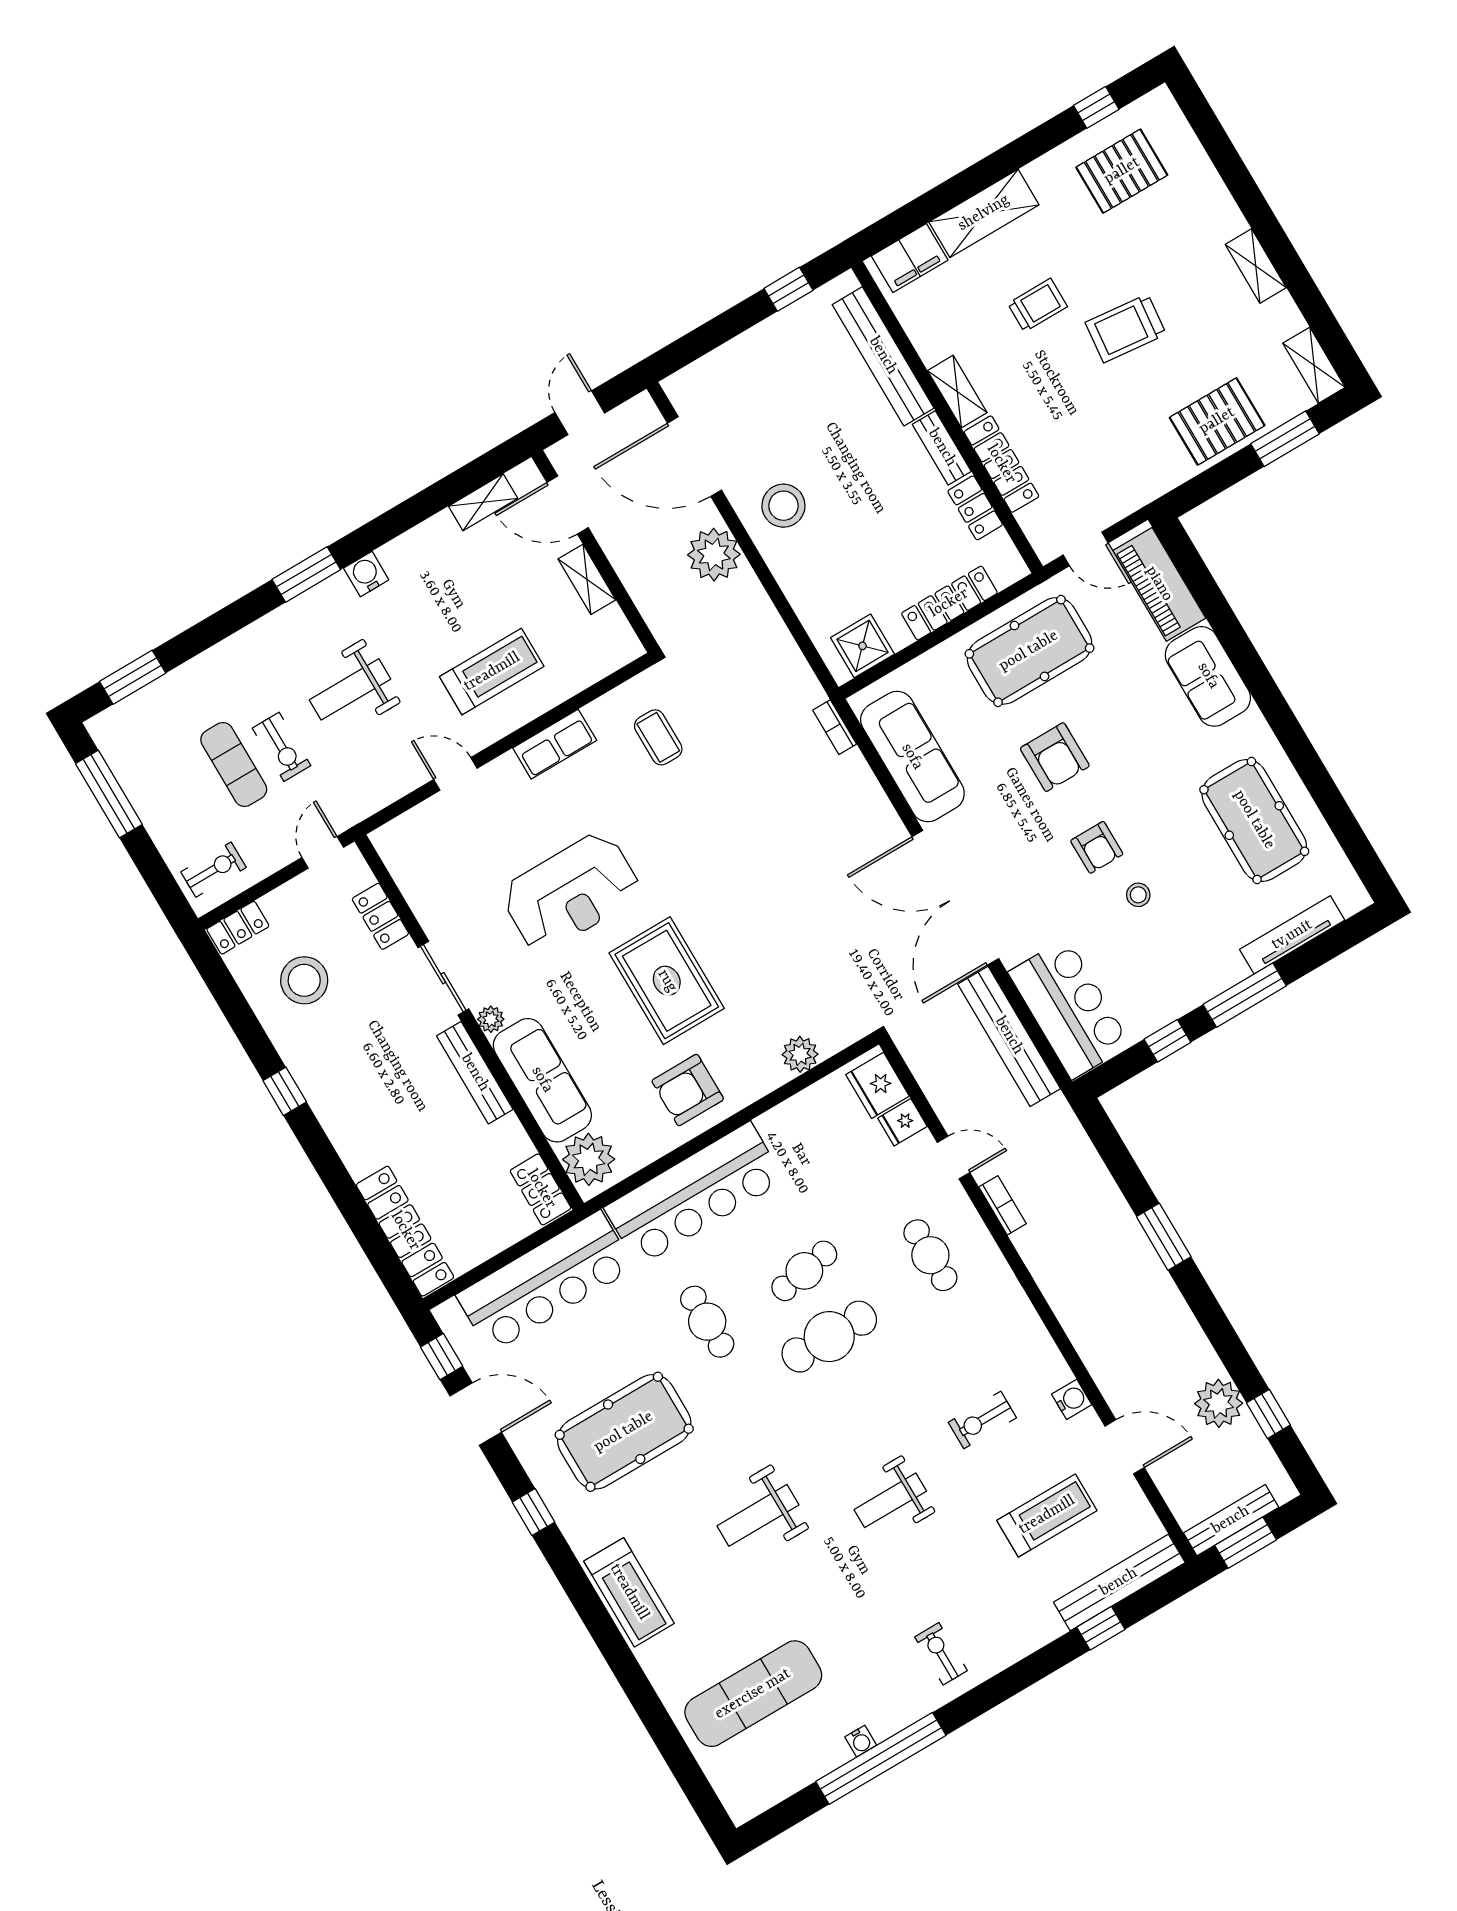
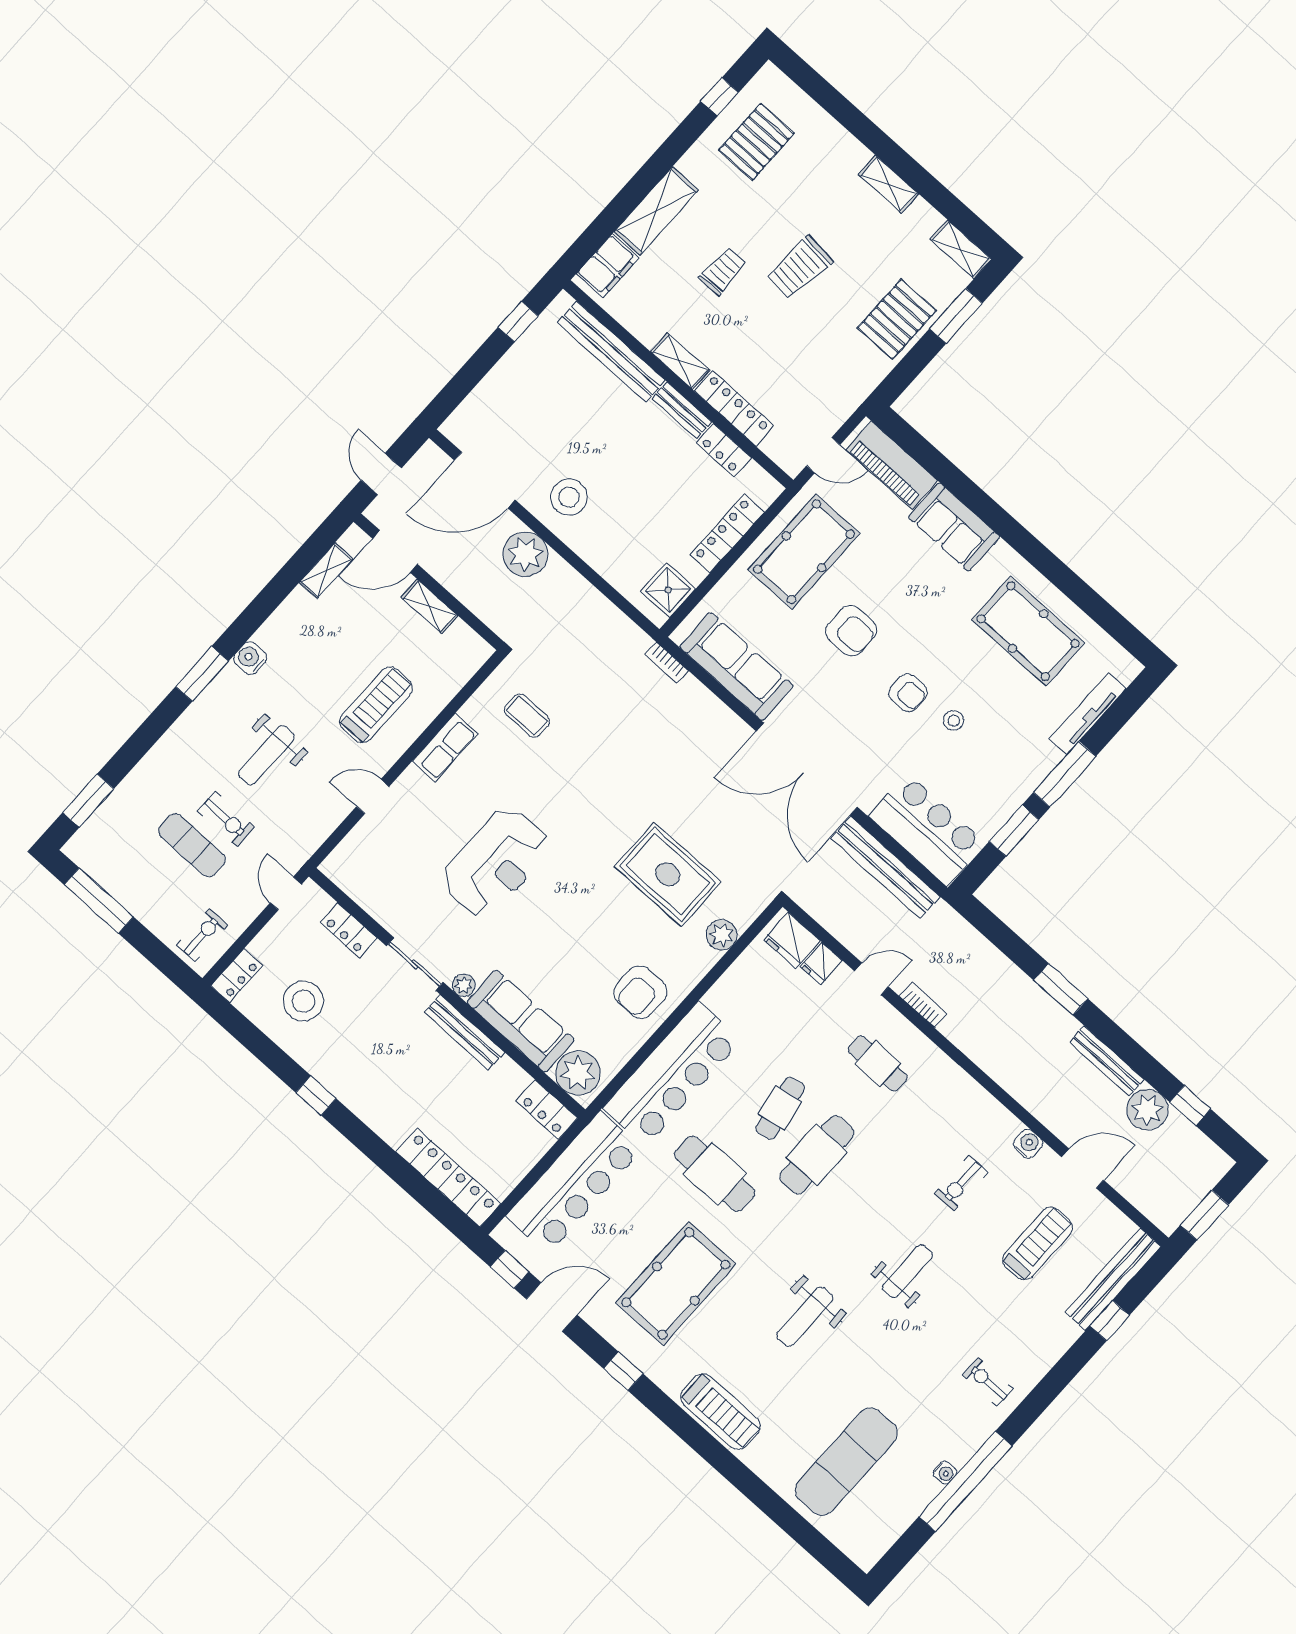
rug: (667, 981) -> (668, 874), moved
window: (1167, 1041) -> (1014, 831), width x1.50
cafe table: (707, 1322) -> (715, 1174), width x1.37, depth x1.35
weight bench: (890, 1500) -> (908, 1271), turned 180
bench: (1231, 1520) -> (1107, 1061), moved, turned 90

